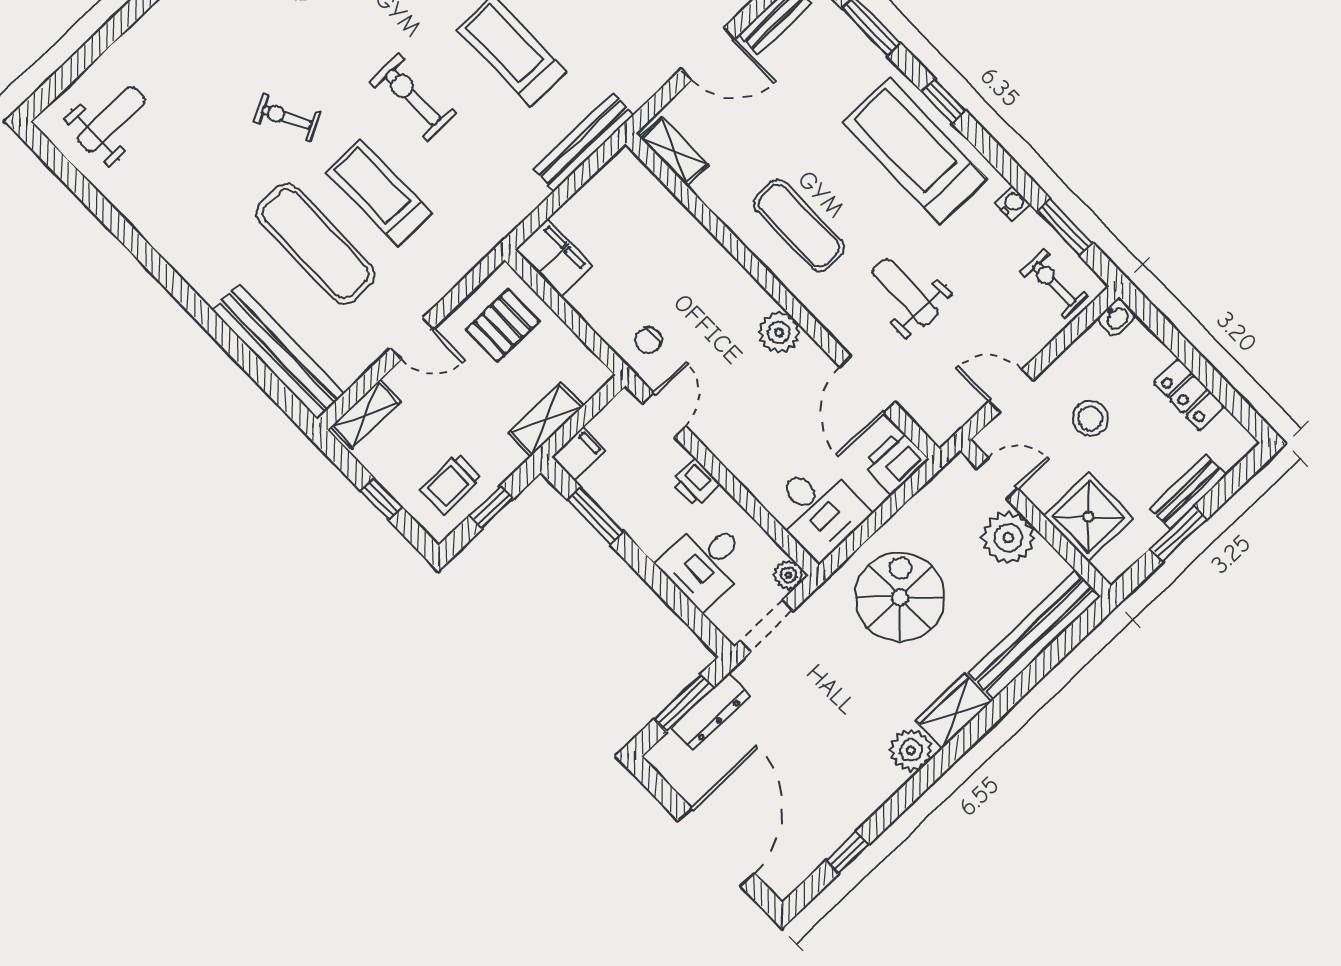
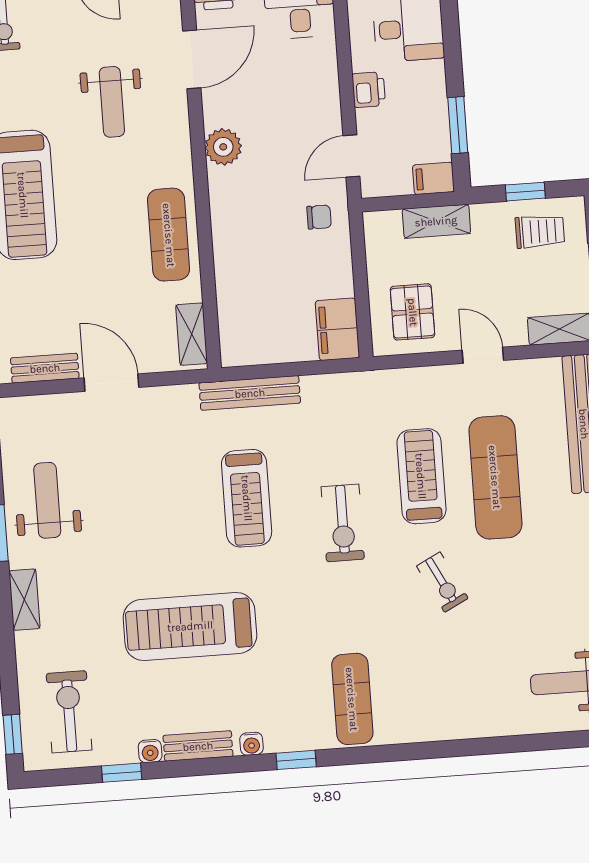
treadmill: (379, 193) -> (421, 476), turned 180
exercise mat: (799, 226) -> (169, 235), moved
pallet: (502, 326) -> (413, 312), turned 90

